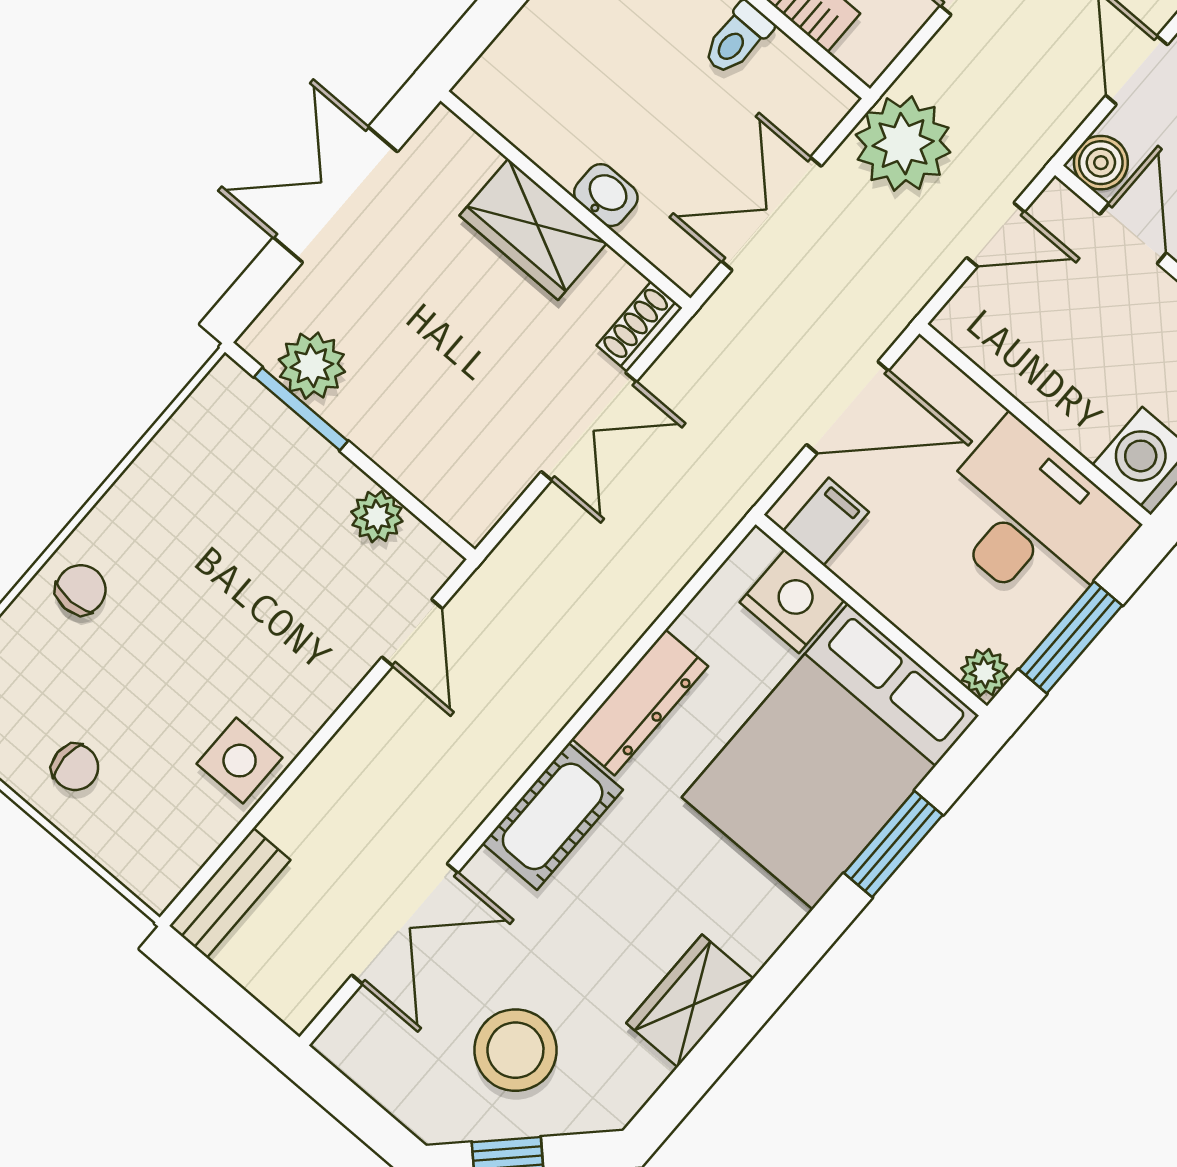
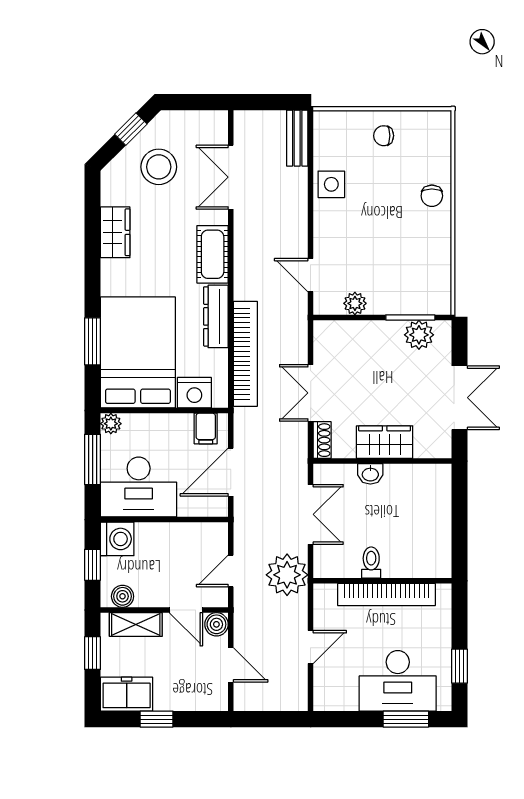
bookcase: (644, 593) -> (245, 354), added

